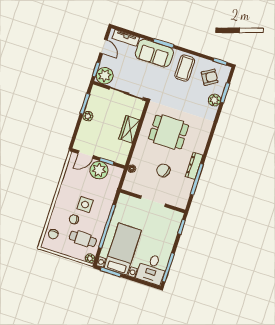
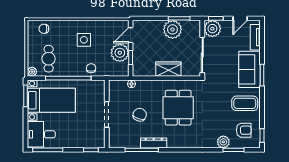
armchair: (210, 77) -> (244, 130), turned -59
plant: (88, 116) -> (173, 29), width x1.88, depth x1.88
door: (86, 155) -> (131, 35), hinge flipped
side table: (85, 205) -> (84, 40), moved
chair: (74, 219) -> (91, 68), moved

